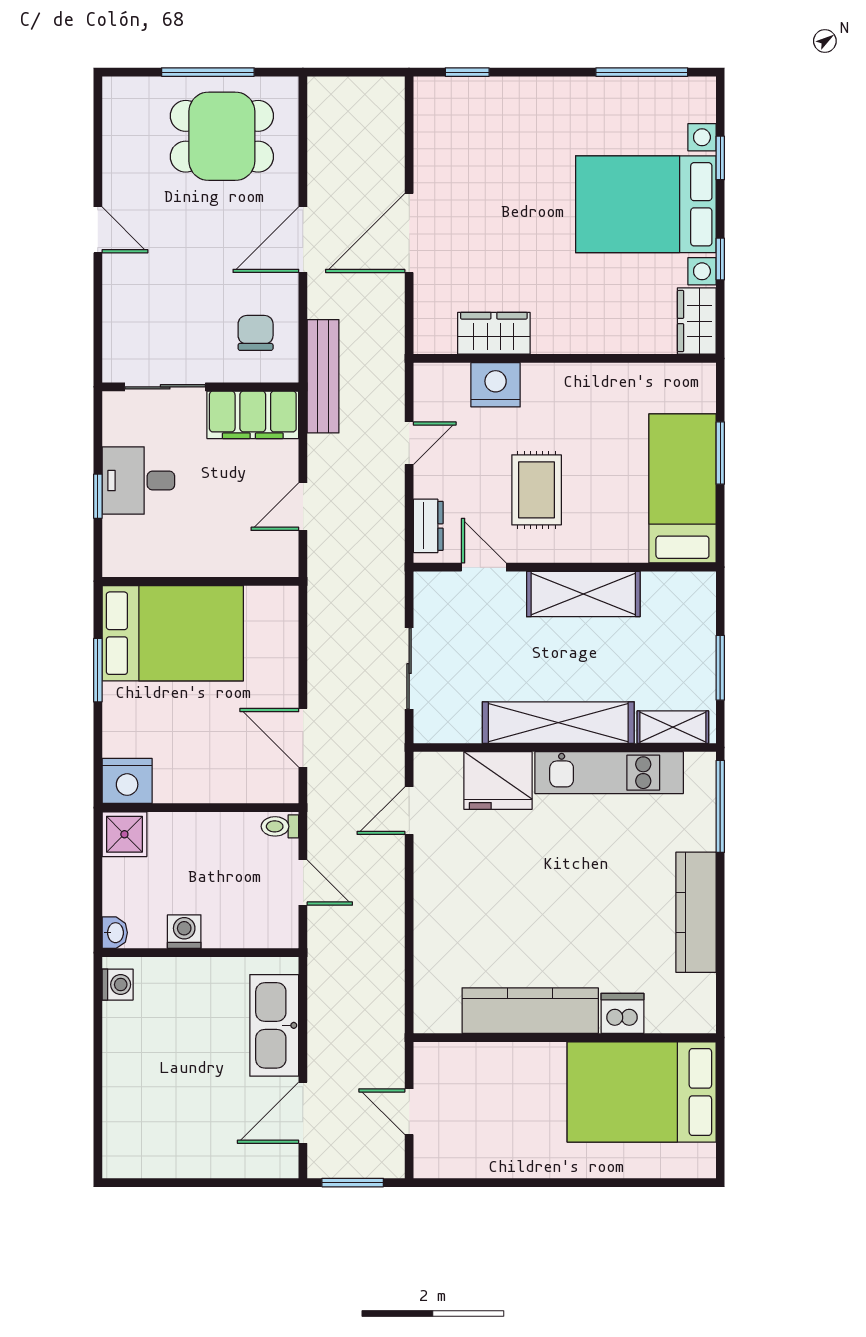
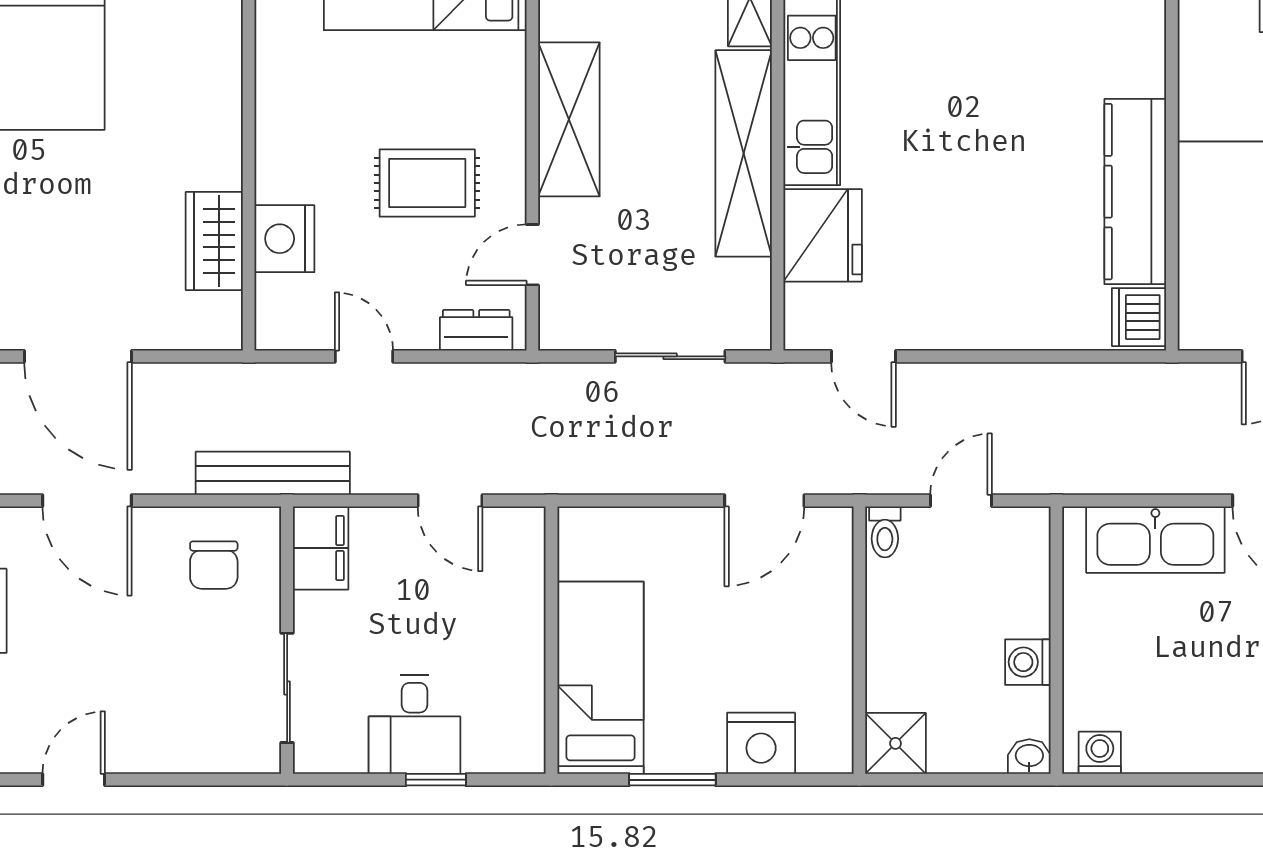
chair: (256, 333) -> (214, 565), turned -90
filing cabinet: (253, 415) -> (321, 548), width x0.67, depth x0.86
bed: (173, 633) -> (601, 678), width x0.67
nightstand: (127, 781) -> (761, 743), moved, turned 90
dishwasher: (622, 1013) -> (1139, 317), moved

